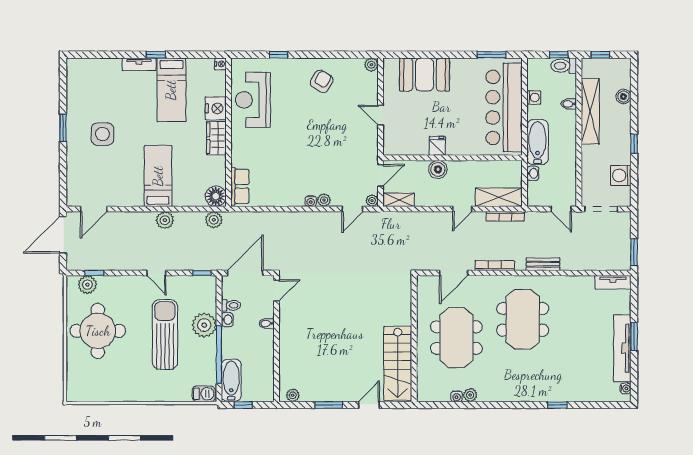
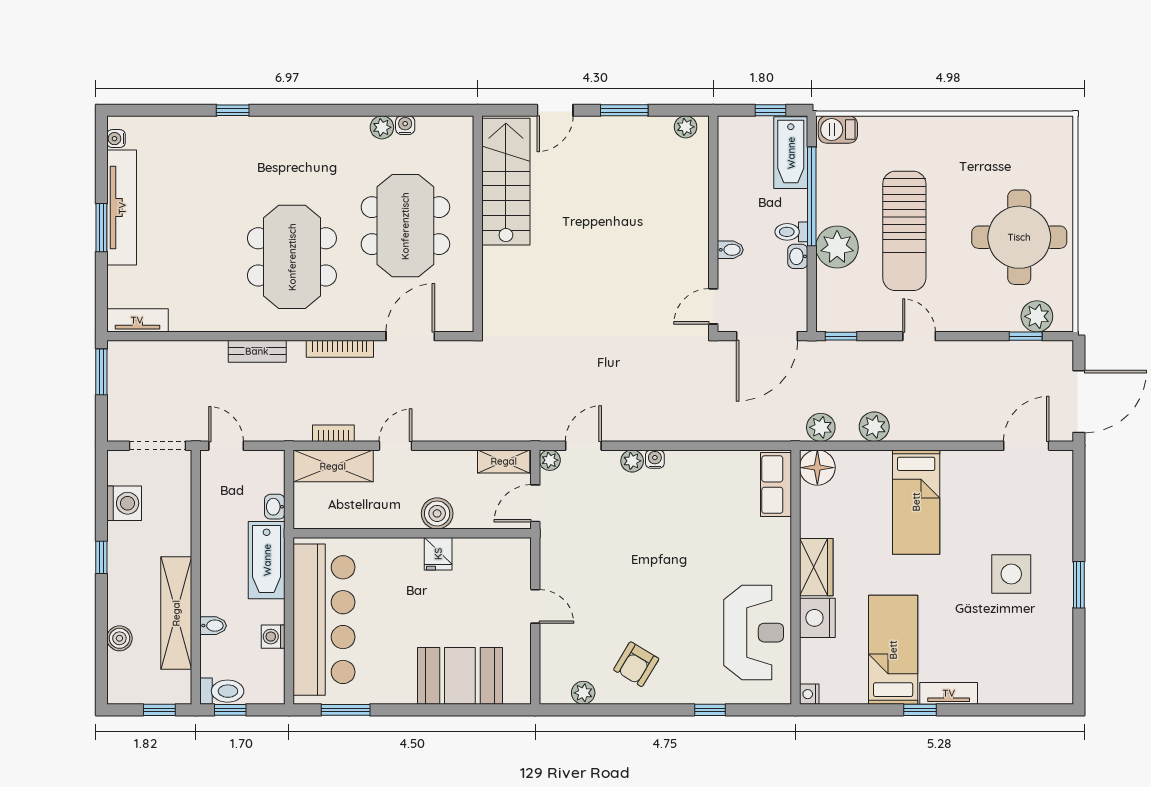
plant: (371, 65) -> (583, 693), moved
bookcase: (505, 216) -> (333, 433), width x0.64
plant: (165, 220) -> (874, 427), moved
toilet: (231, 305) -> (791, 232), moved

